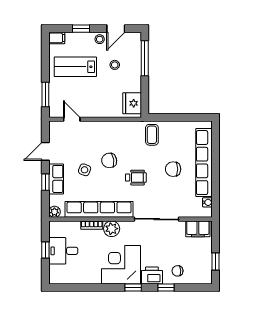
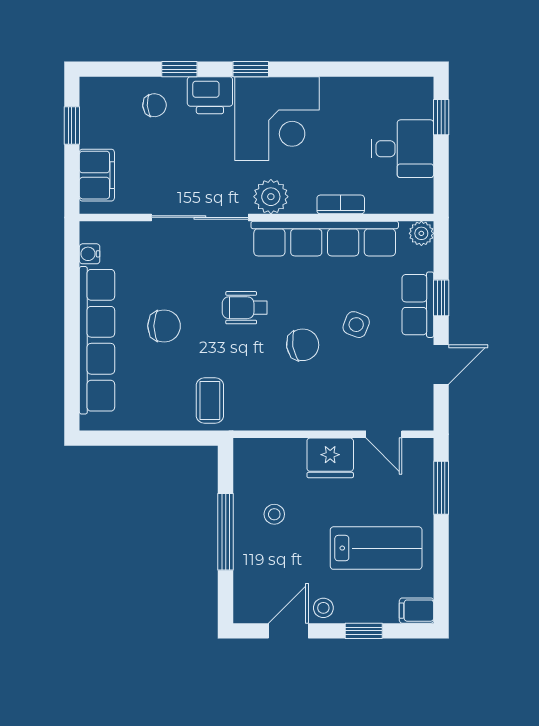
window: (145, 58) -> (226, 532), moved
stool: (115, 65) -> (274, 514), moved
fridge: (132, 103) -> (330, 458), moved, turned 90
plant: (112, 229) -> (271, 197), moved
filing cabinet: (198, 229) -> (97, 175), moved, turned 90
window: (45, 250) -> (441, 117), moved

